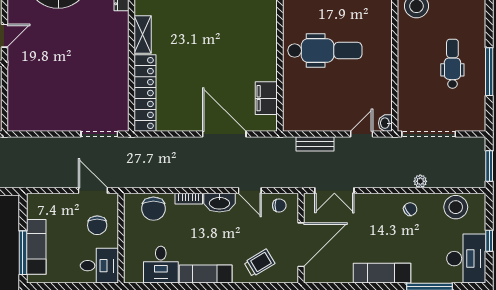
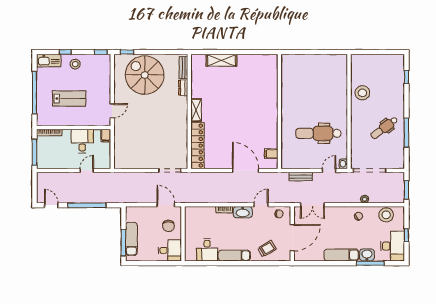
dental chair: (325, 51) -> (318, 133), moved, turned 180
dental chair: (452, 64) -> (384, 128), turned -127
filing cabinet: (266, 98) -> (271, 154), width x0.50
door: (250, 191) -> (261, 205), swing flipped
chair: (153, 209) -> (203, 216), removed
washbasin: (424, 273) -> (367, 255), added

